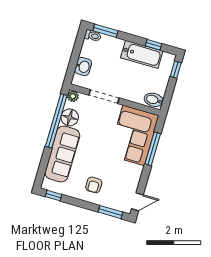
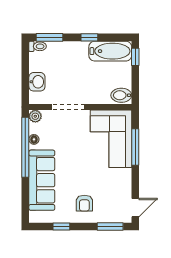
window: (154, 45) -> (89, 37), moved
bathtub: (142, 54) -> (110, 51), moved
floor lamp: (70, 117) -> (34, 139), width x0.53, depth x0.53
window: (53, 195) -> (61, 227), moved

